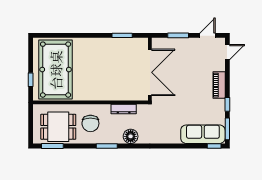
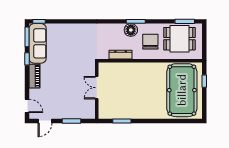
door: (227, 52) -> (27, 106), swing flipped
double door: (150, 72) -> (97, 88), width x0.54
sofa: (203, 134) -> (38, 43), moved, turned -90
floor lamp: (131, 136) -> (131, 30), moved

